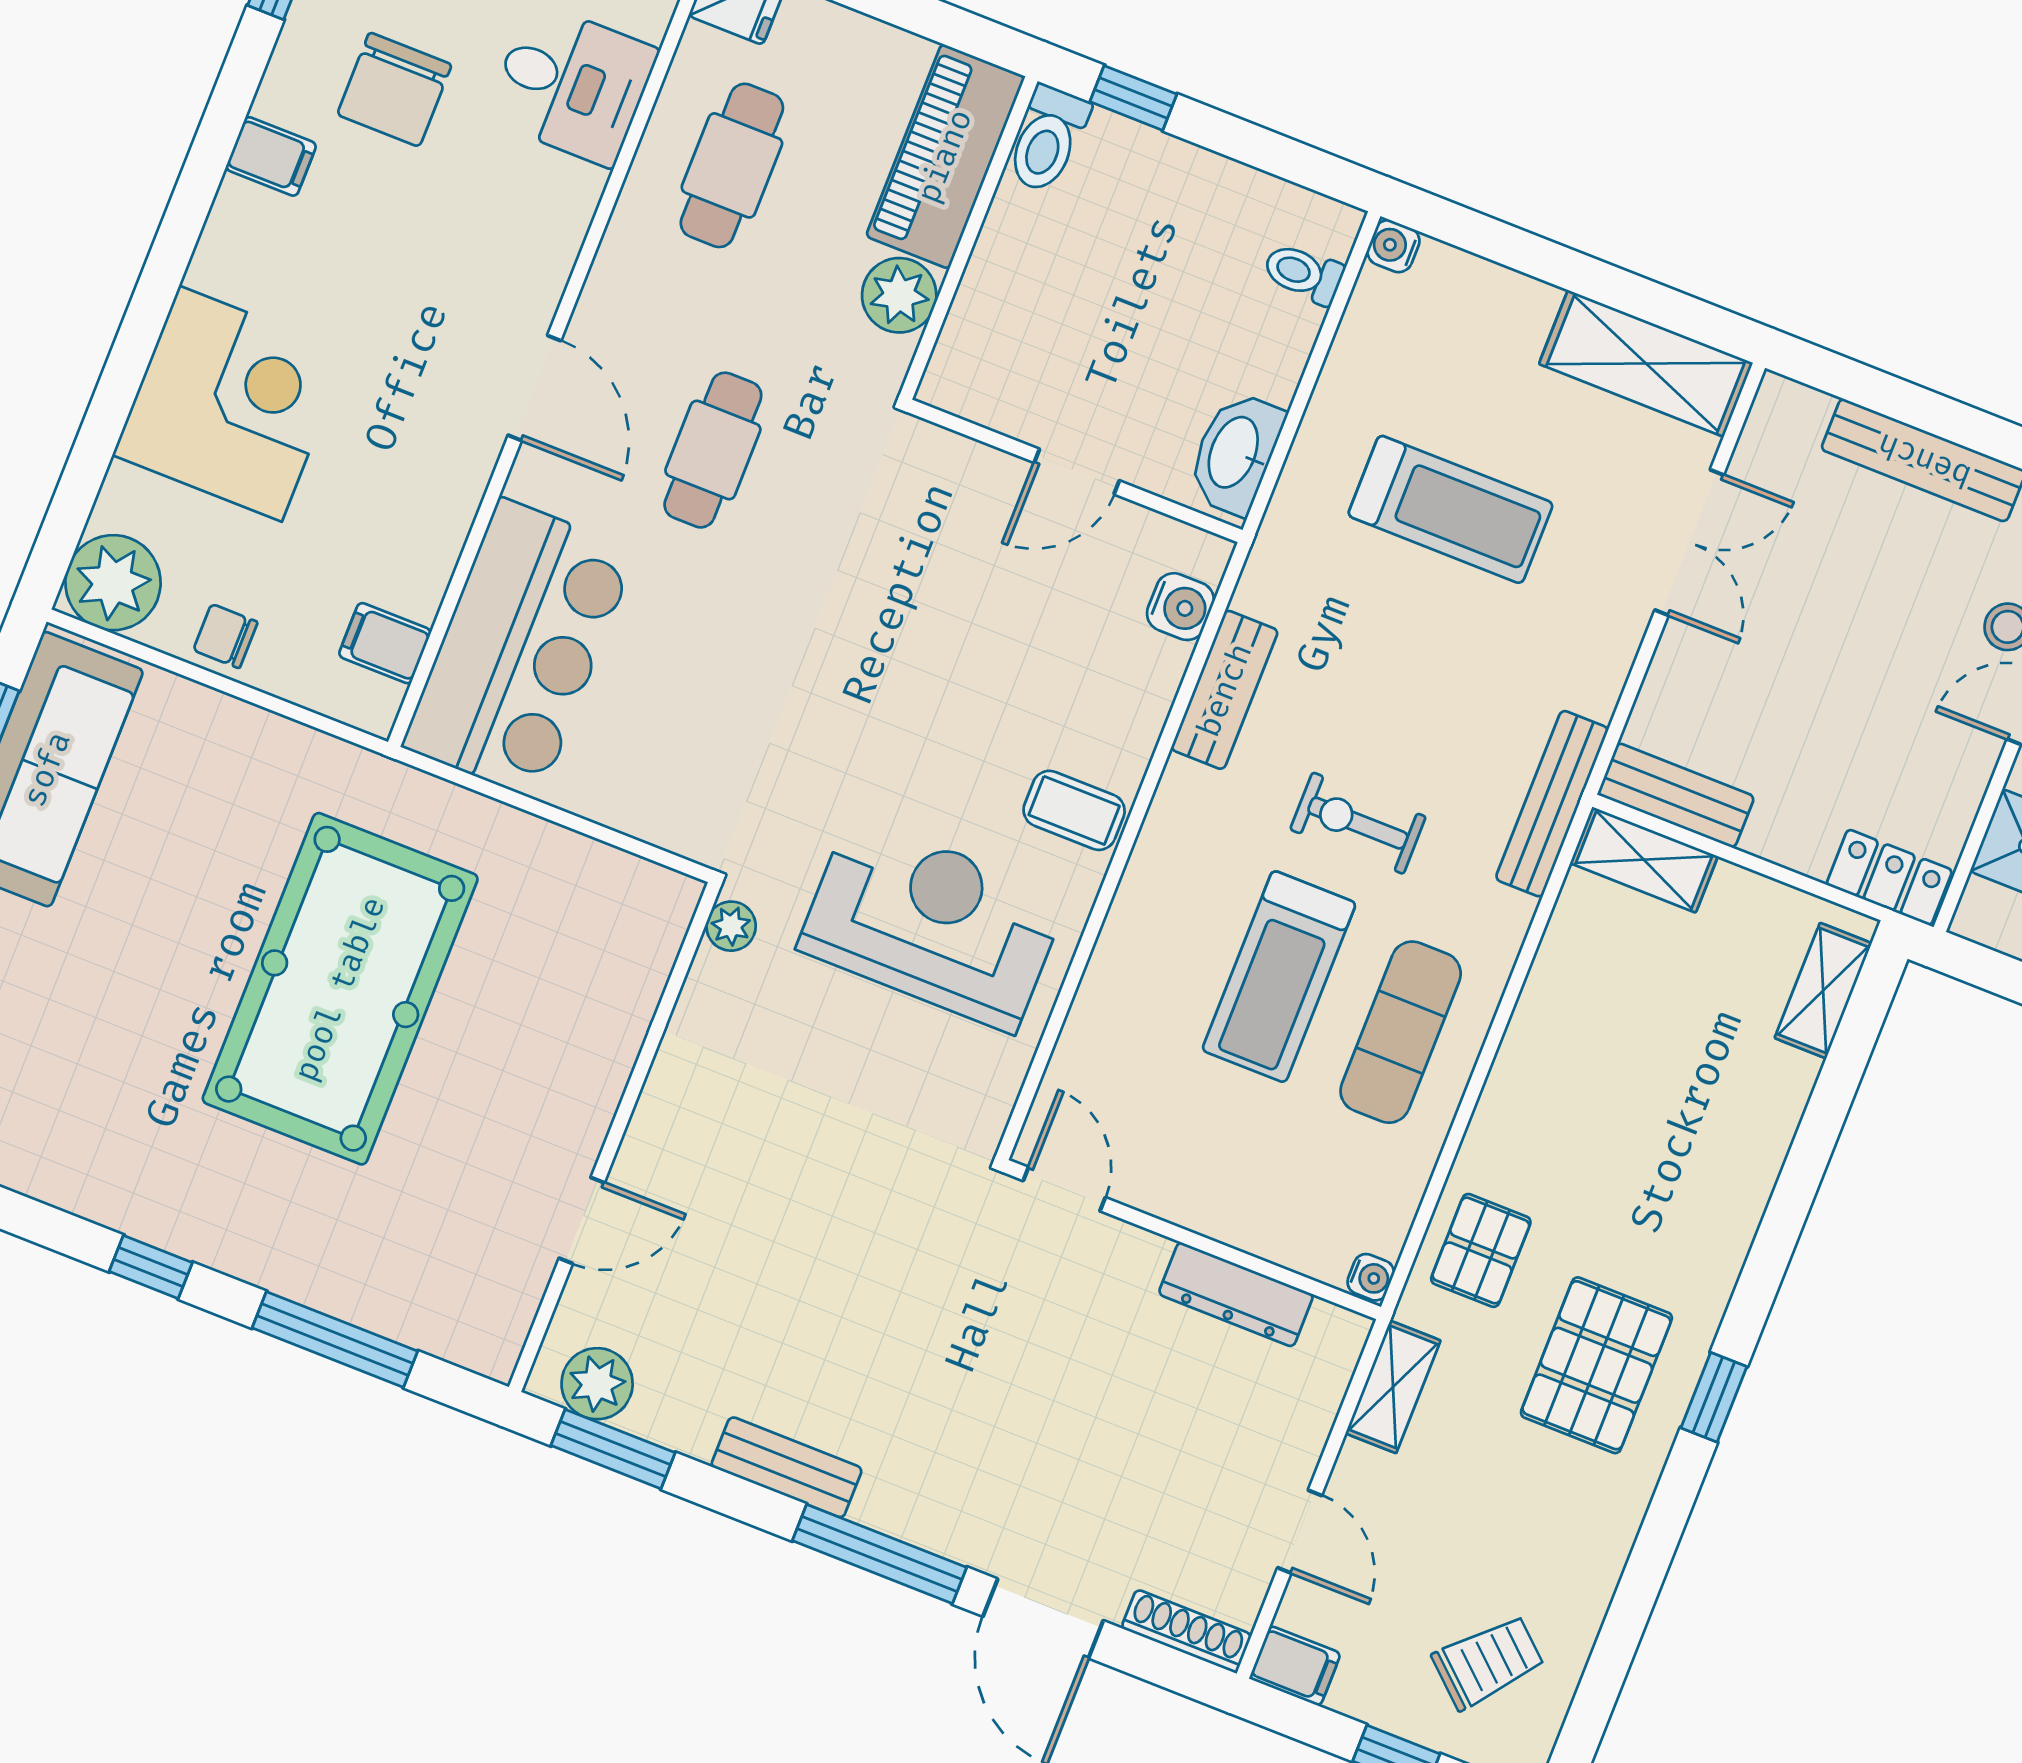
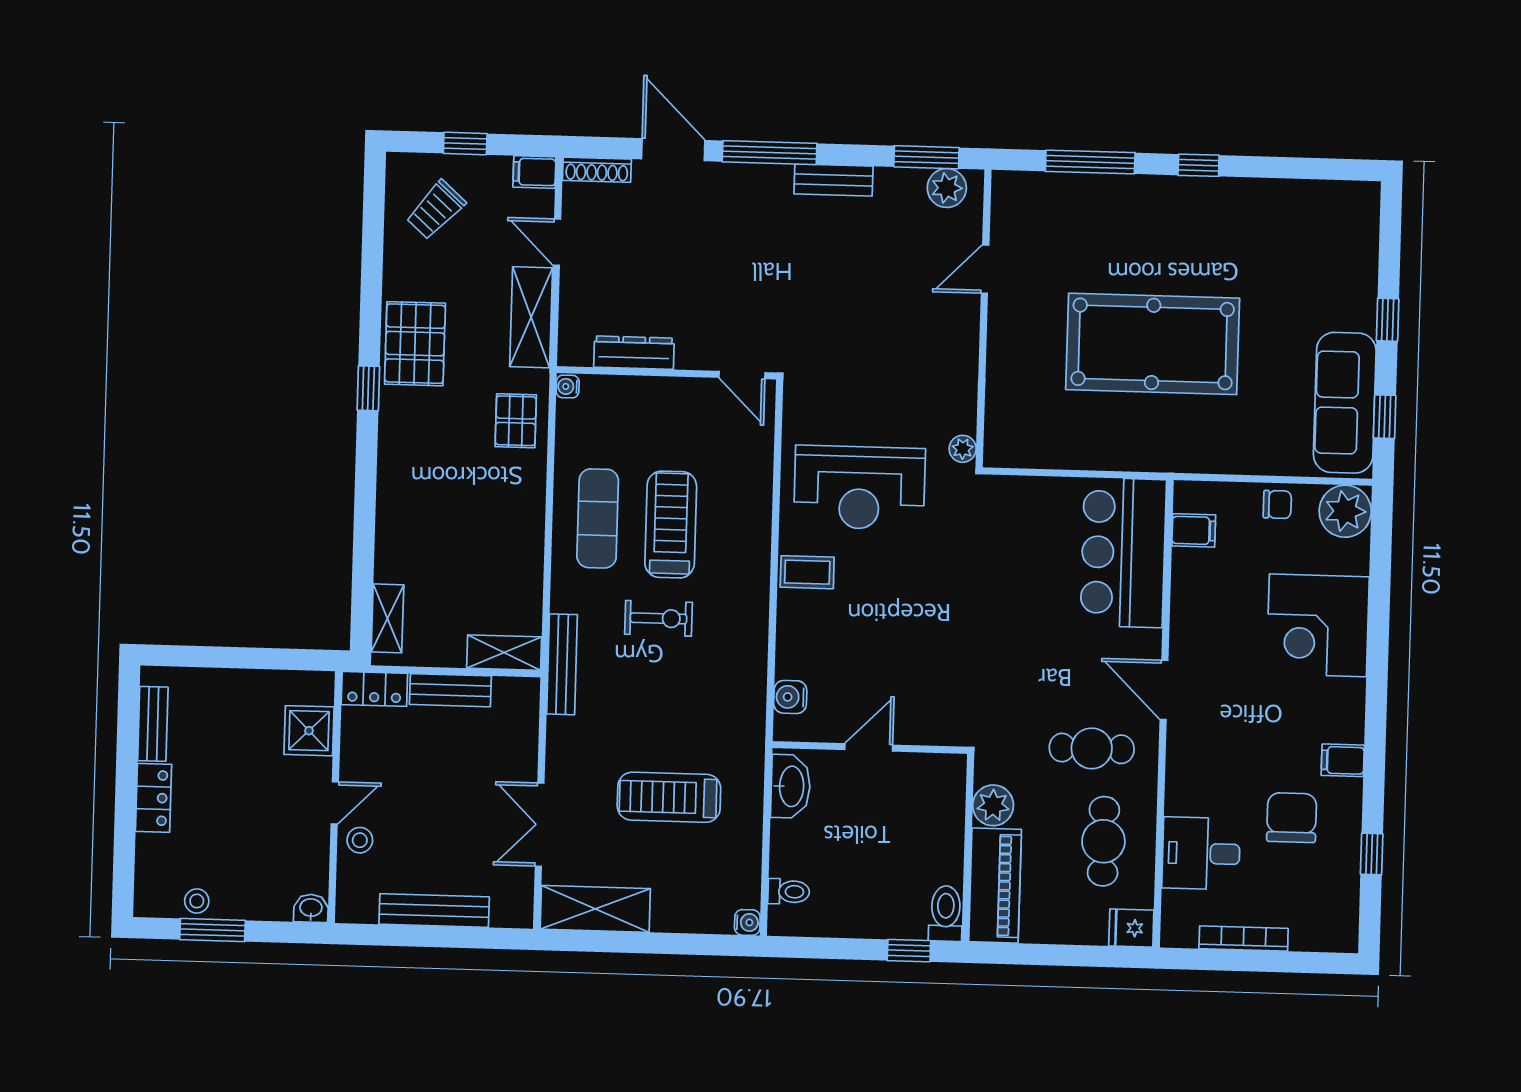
cafe table: (713, 450) -> (1092, 748), moved, turned 90
bench: (1225, 690) -> (752, 662), removed
bench: (1676, 795) -> (450, 690), moved
pool table: (340, 989) -> (1153, 344), turned 90
pallet: (1596, 1365) -> (415, 344), moved
shelving: (1393, 1387) -> (531, 317), width x1.50, depth x1.33

